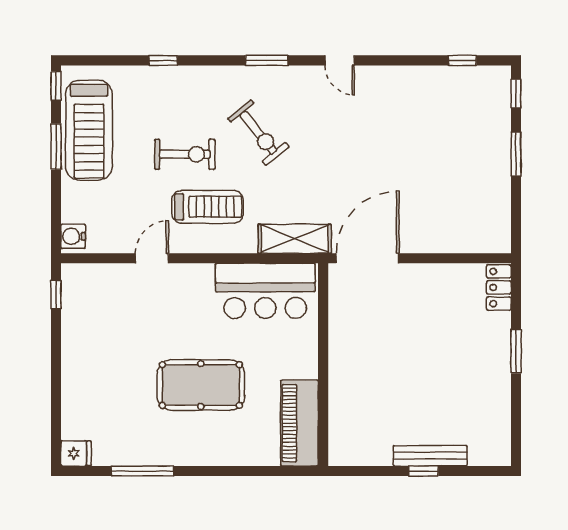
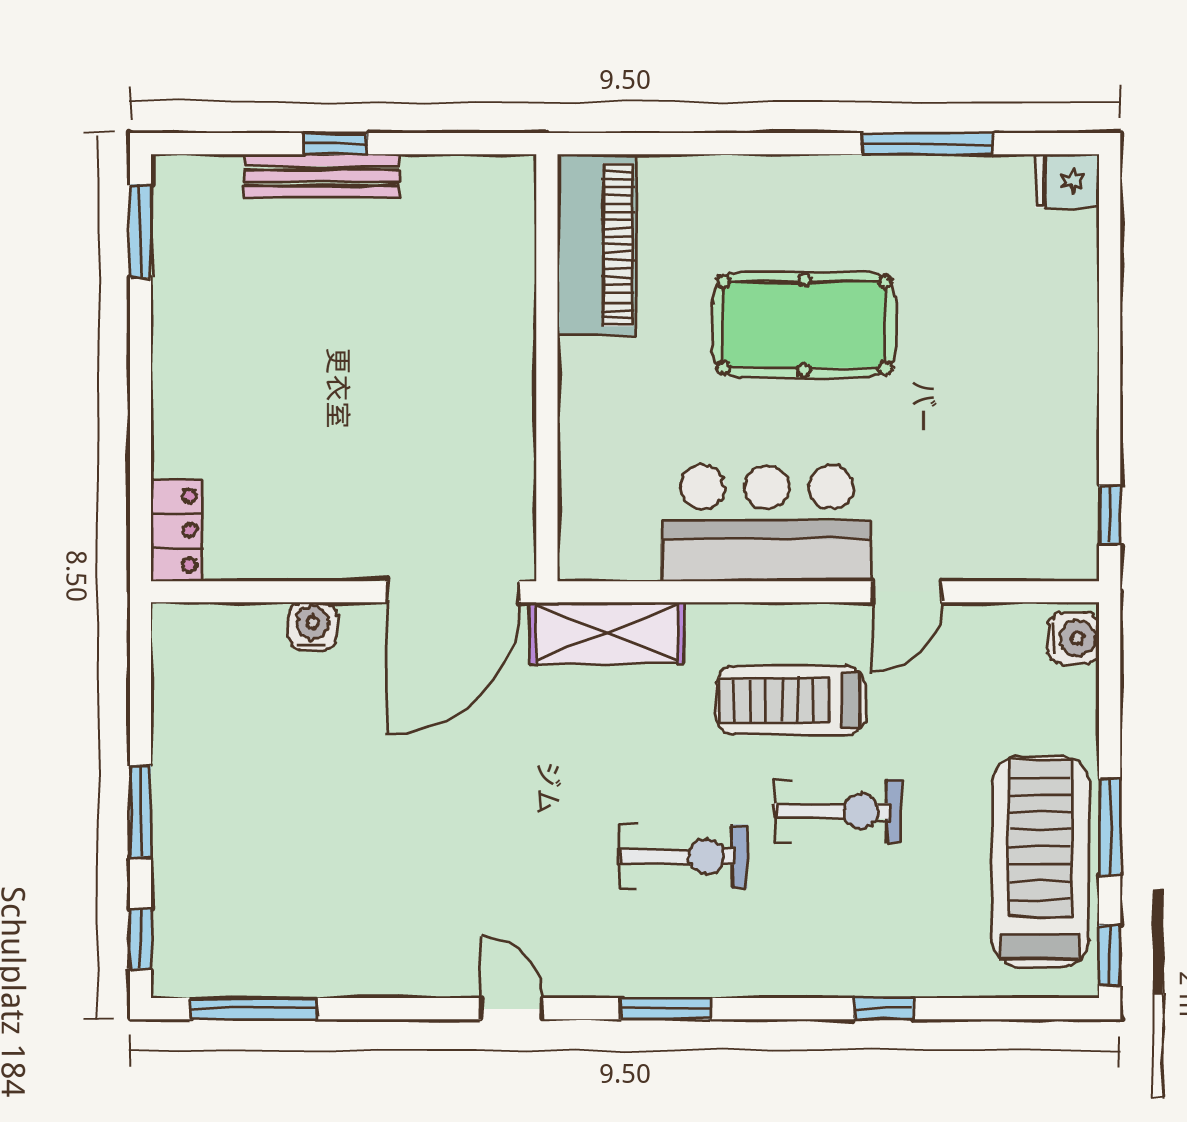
window: (462, 60) -> (254, 1009), width x2.17
exercise bike: (258, 133) -> (683, 856), turned 129
exercise bike: (185, 154) -> (838, 811), turned 180
water cooler: (434, 242) -> (313, 626), added
bar counter: (265, 291) -> (767, 523), moved
window: (516, 351) -> (140, 231), moved

